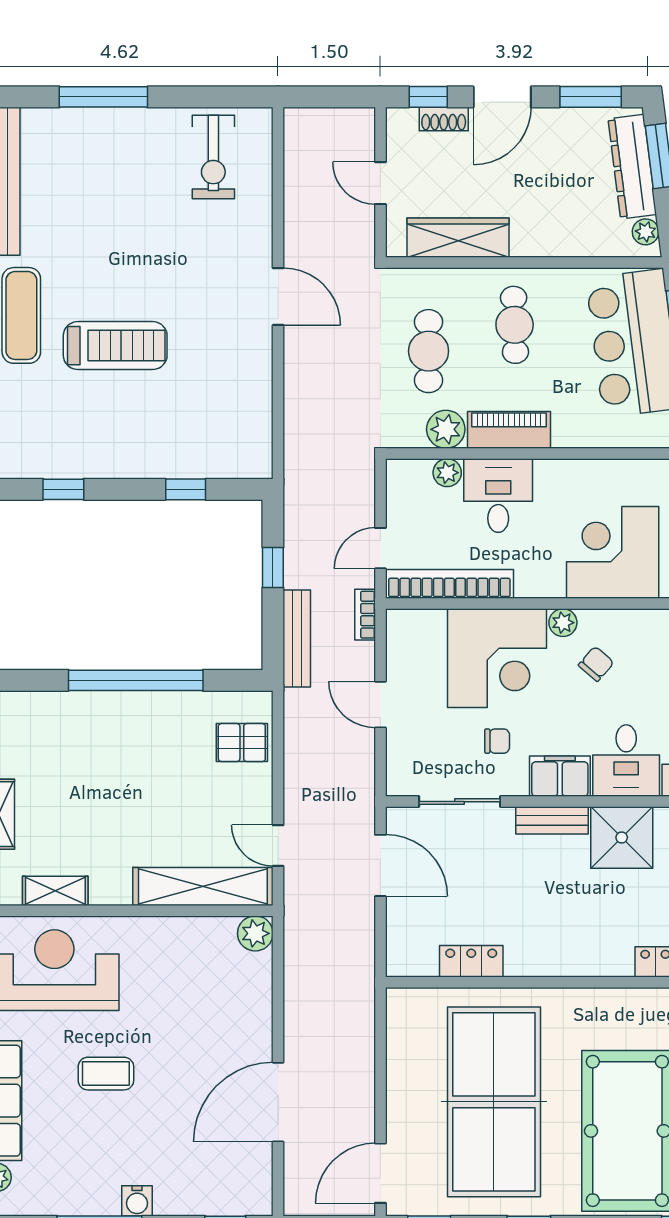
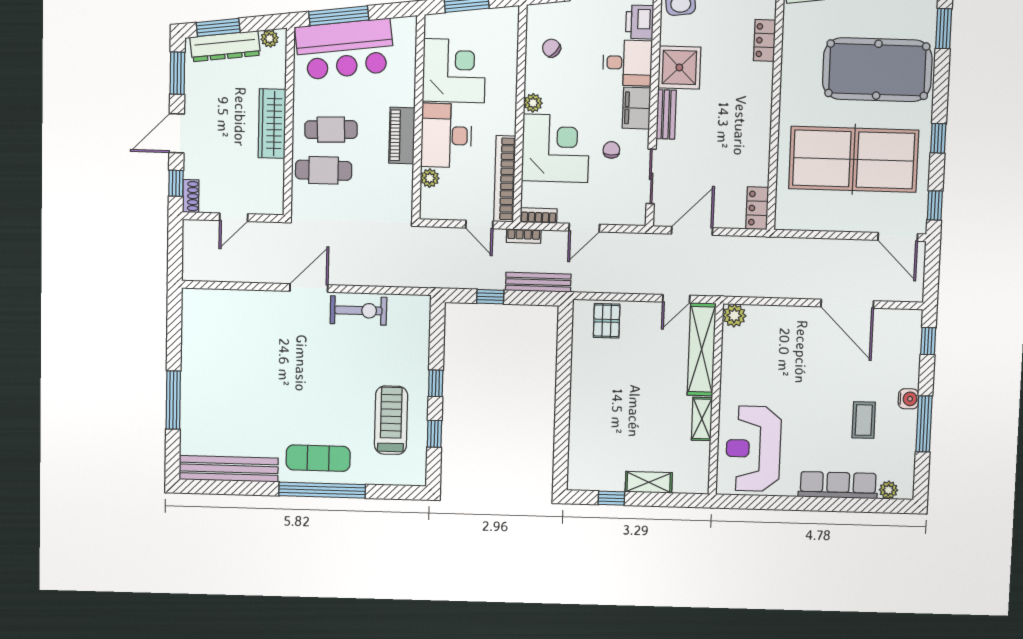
door: (502, 97) -> (177, 133), swing flipped
shoe rack: (444, 119) -> (191, 196), moved
exercise bike: (213, 157) -> (358, 310), moved
wardrobe: (458, 238) -> (272, 123), moved
treadmill: (115, 346) -> (391, 420), moved
cafe table: (429, 351) -> (324, 170), moved
plant: (446, 429) -> (400, 178), removed
window: (186, 489) -> (436, 383), moved
desk: (498, 496) -> (446, 135), width x1.37
corner desk: (613, 552) -> (454, 71), moved, turned 180
bookcase: (396, 636) -> (539, 216), added
chair: (596, 664) -> (551, 48), moved
window: (136, 680) -> (563, 390), removed
shelving: (55, 891) -> (702, 419), moved
locker: (471, 961) -> (757, 208), moved
coffee table: (106, 1074) -> (864, 420), moved

